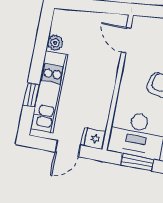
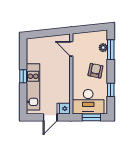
plant: (55, 43) -> (31, 58), removed
window: (31, 95) -> (23, 76), moved

